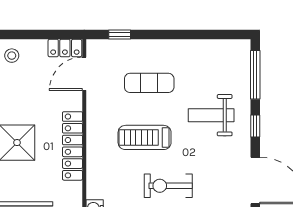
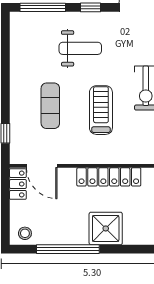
weight bench: (211, 115) -> (80, 48), turned -90
treadmill: (145, 137) -> (101, 110), turned 180

